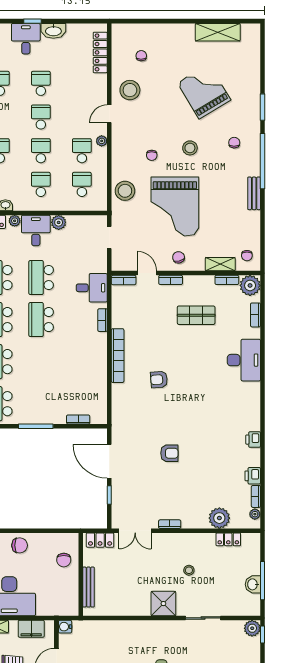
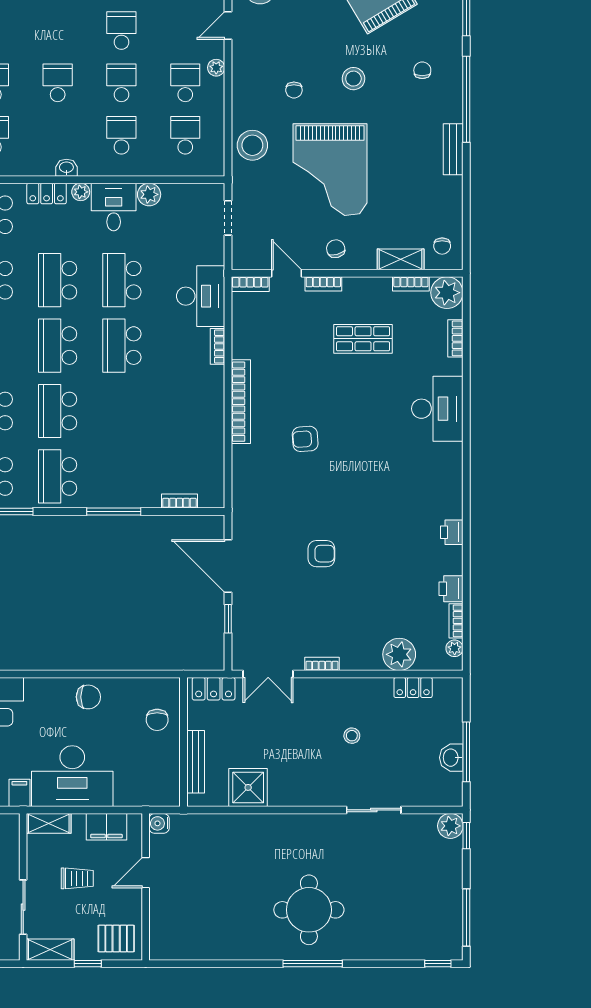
desk: (92, 288) -> (201, 296), width x1.37
shower: (163, 604) -> (248, 787), moved

